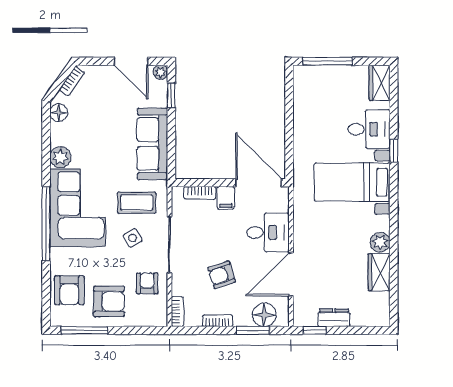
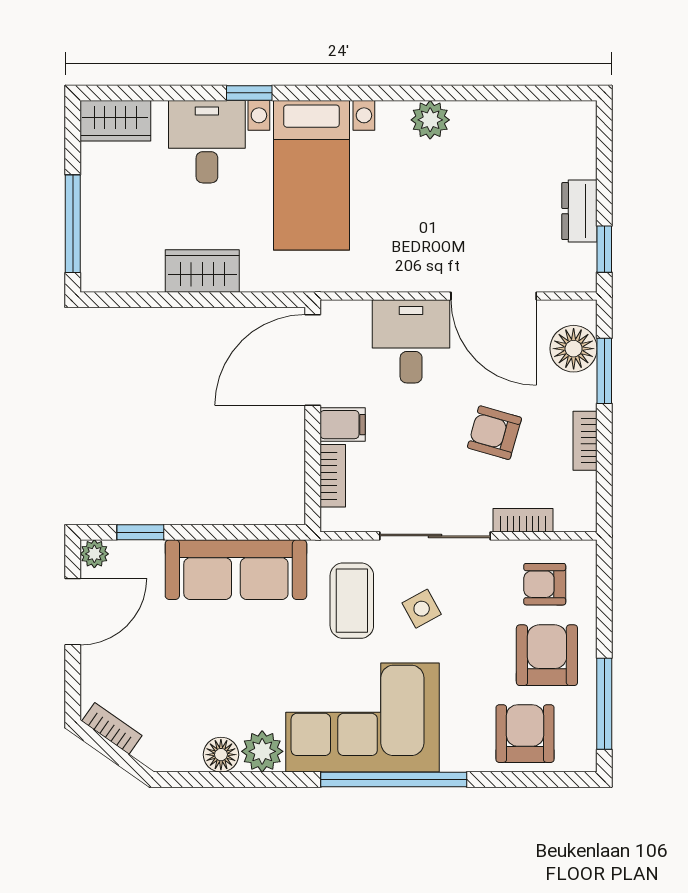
floor lamp: (59, 113) -> (221, 755), moved
wardrobe: (379, 272) -> (202, 271), moved, turned 180
armchair: (222, 275) -> (494, 433), turned 124
armchair: (147, 283) -> (545, 584), moved
armchair: (69, 290) -> (525, 734), turned -90
bookcase: (177, 312) -> (523, 520), moved

